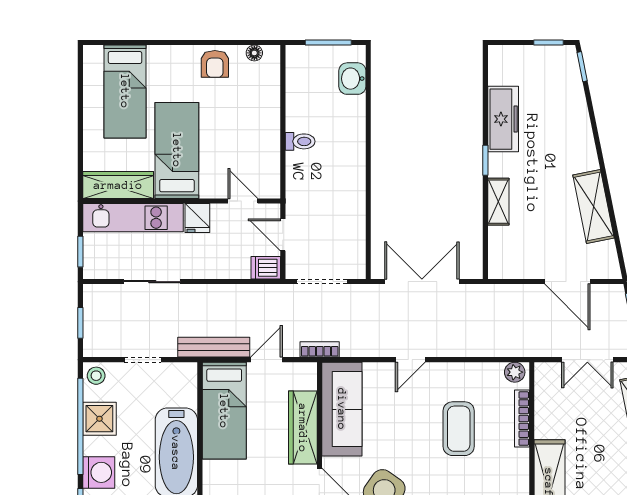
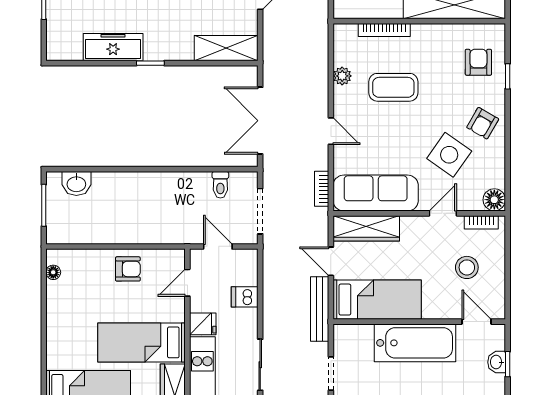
armchair: (215, 64) -> (128, 269), moved
toilet: (300, 141) -> (220, 185), moved, turned 180
shelving: (498, 202) -> (226, 48), moved, width x1.50, depth x1.33
door: (283, 235) -> (218, 246), swing flipped
dishwasher: (266, 268) -> (245, 297), moved, turned 90
bookcase: (320, 349) -> (322, 189), moved
plant: (515, 372) -> (342, 76), moved
wardrobe: (303, 428) -> (366, 228), moved

